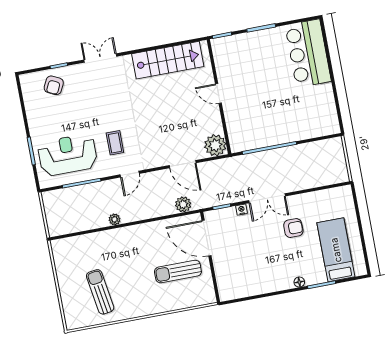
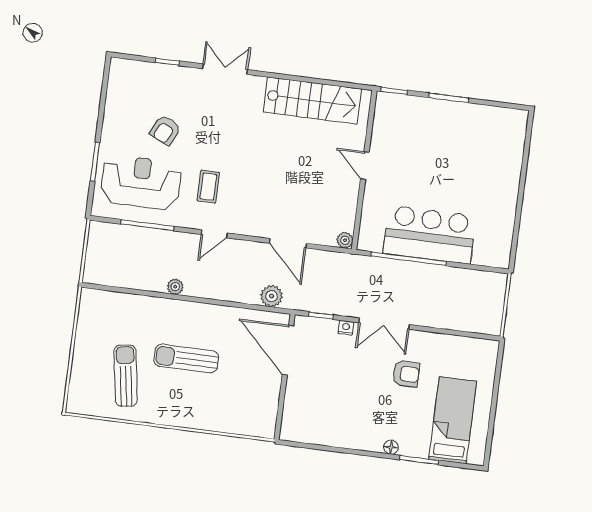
bar counter: (308, 53) -> (430, 235), moved, turned 90
armchair: (54, 85) -> (165, 130), moved
plant: (215, 145) -> (345, 240), width x0.53, depth x0.53
sun lounger: (178, 272) -> (186, 359), moved

